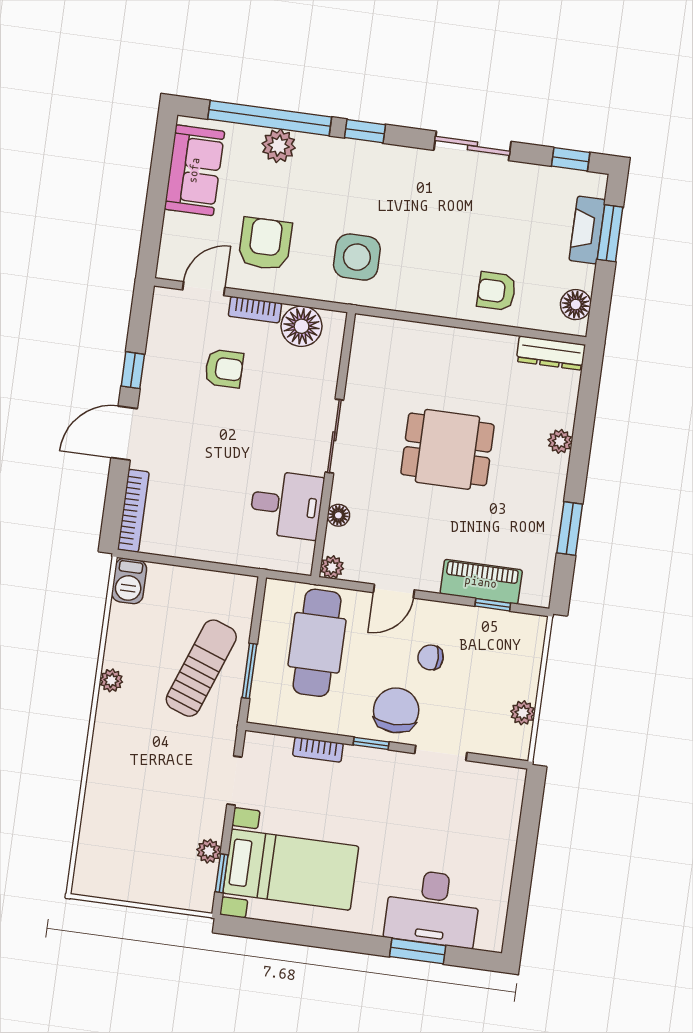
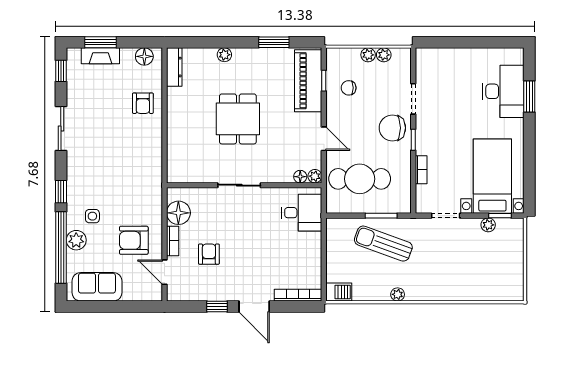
side table: (357, 257) -> (92, 216), moved, width x0.54, depth x0.54
desk: (286, 505) -> (302, 213), moved, turned 90
floor lamp: (338, 515) -> (300, 177), moved
piano: (481, 582) -> (308, 81), width x1.37, depth x1.33
chair: (431, 657) -> (349, 88), moved, turned 90
plant: (526, 686) -> (368, 55), added

